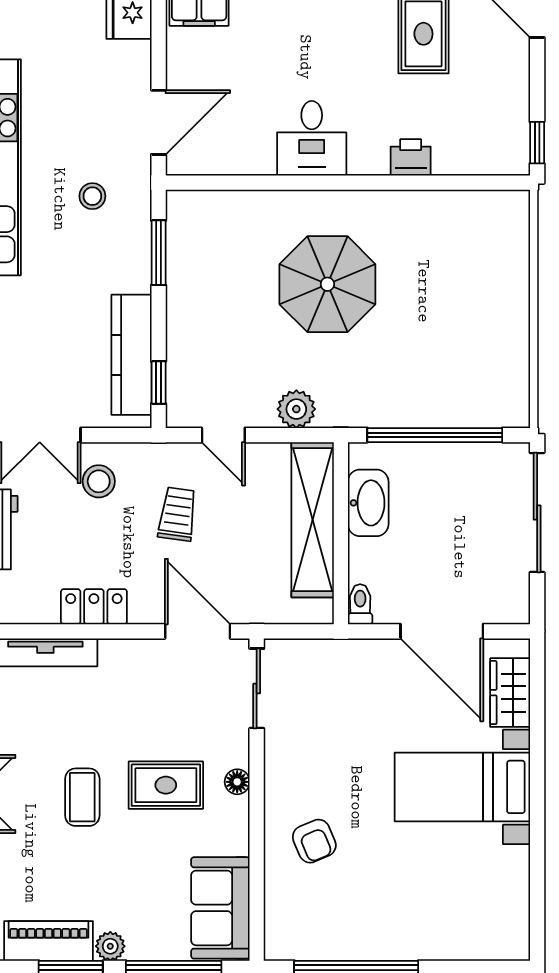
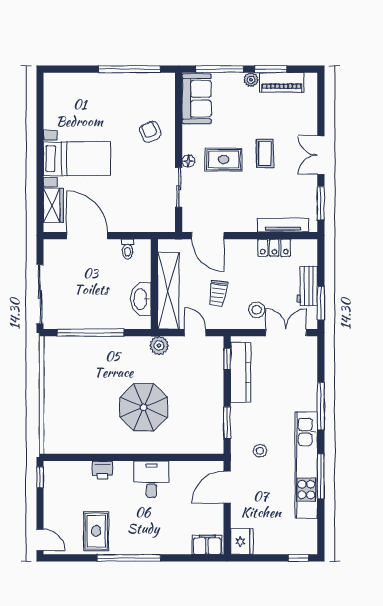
washbasin: (368, 503) -> (141, 299), moved
shelving: (313, 520) -> (168, 291), moved
wall: (341, 533) -> (154, 284), moved
locker: (94, 607) -> (274, 248), moved
sliding door: (257, 688) -> (179, 187), moved

